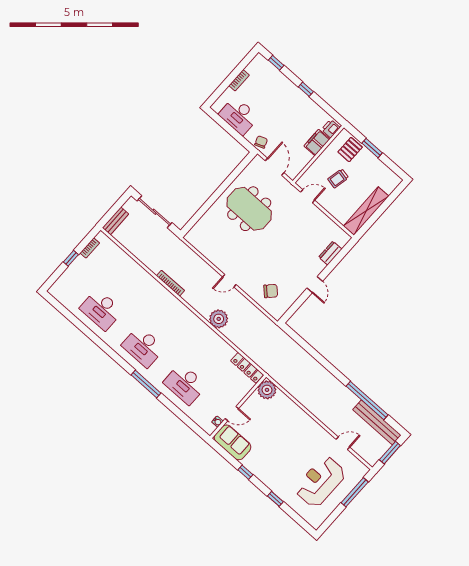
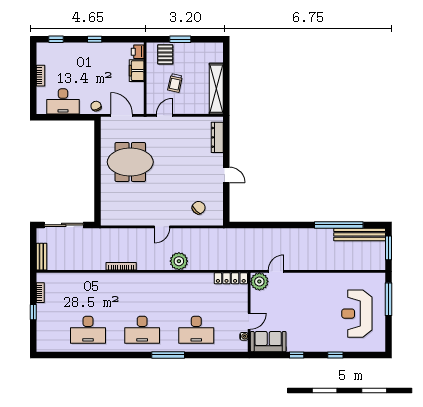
dresser: (330, 253) -> (217, 137), width x1.44
door: (343, 443) -> (276, 271), moved

